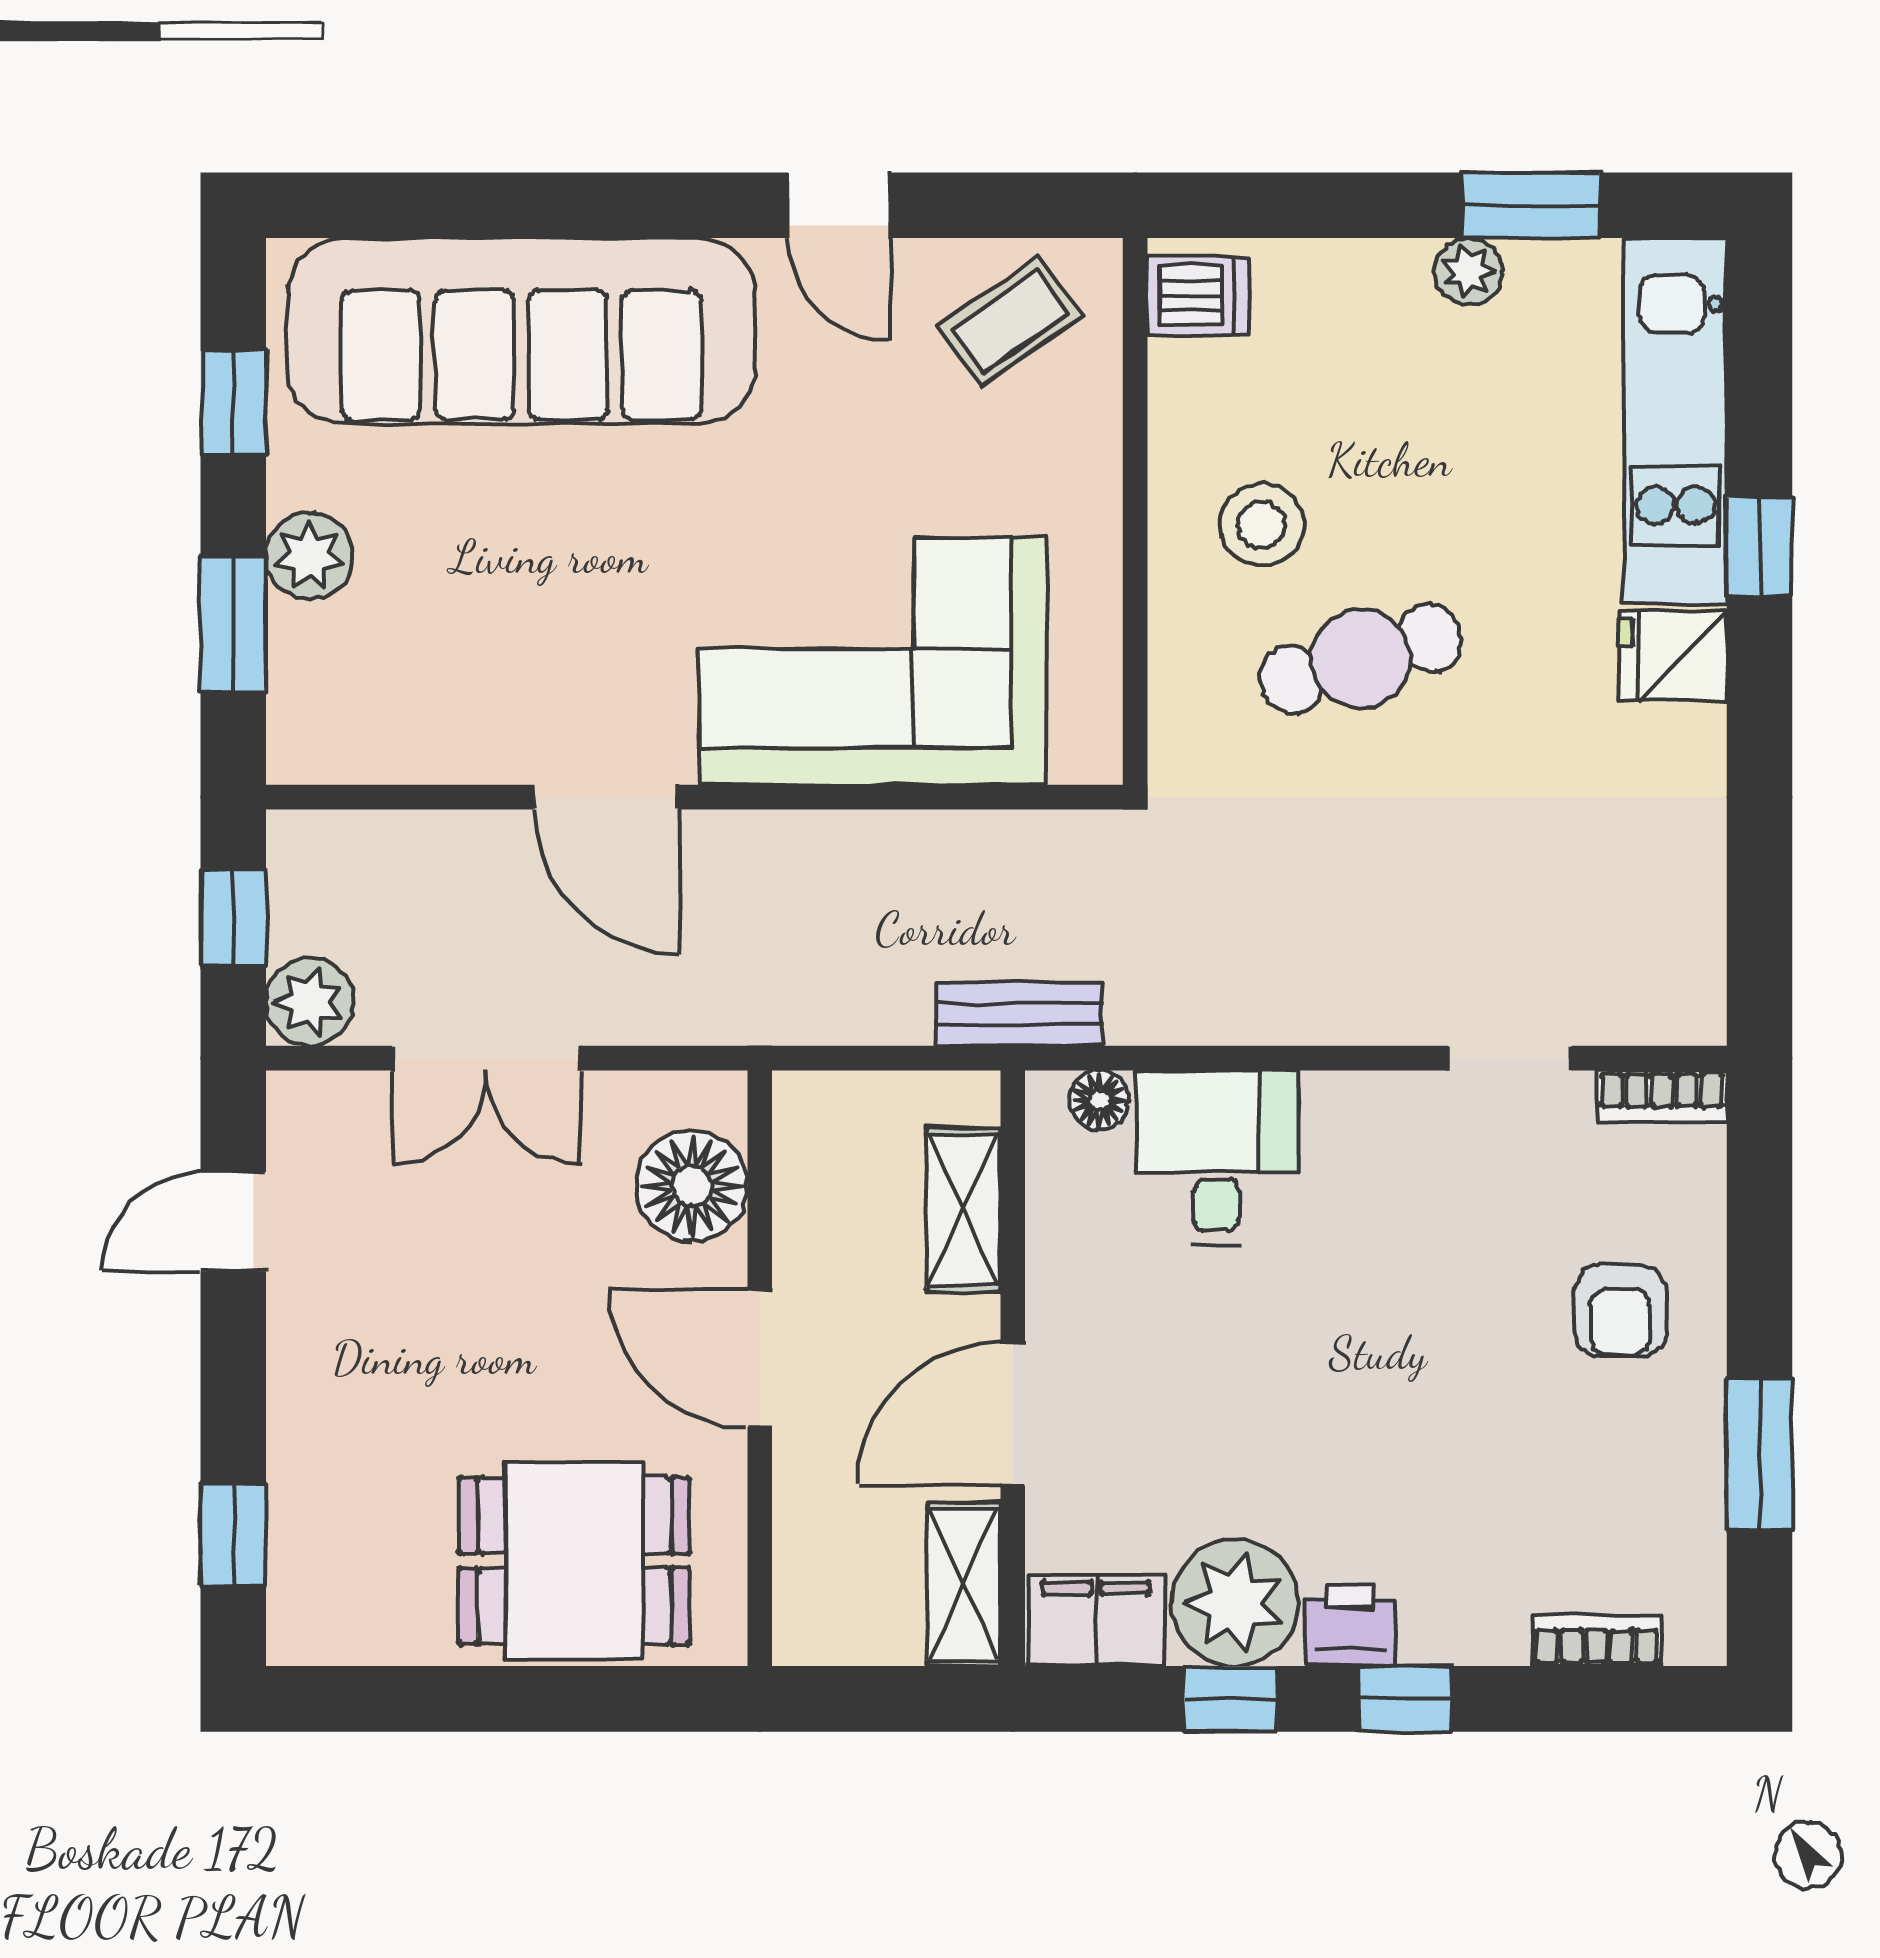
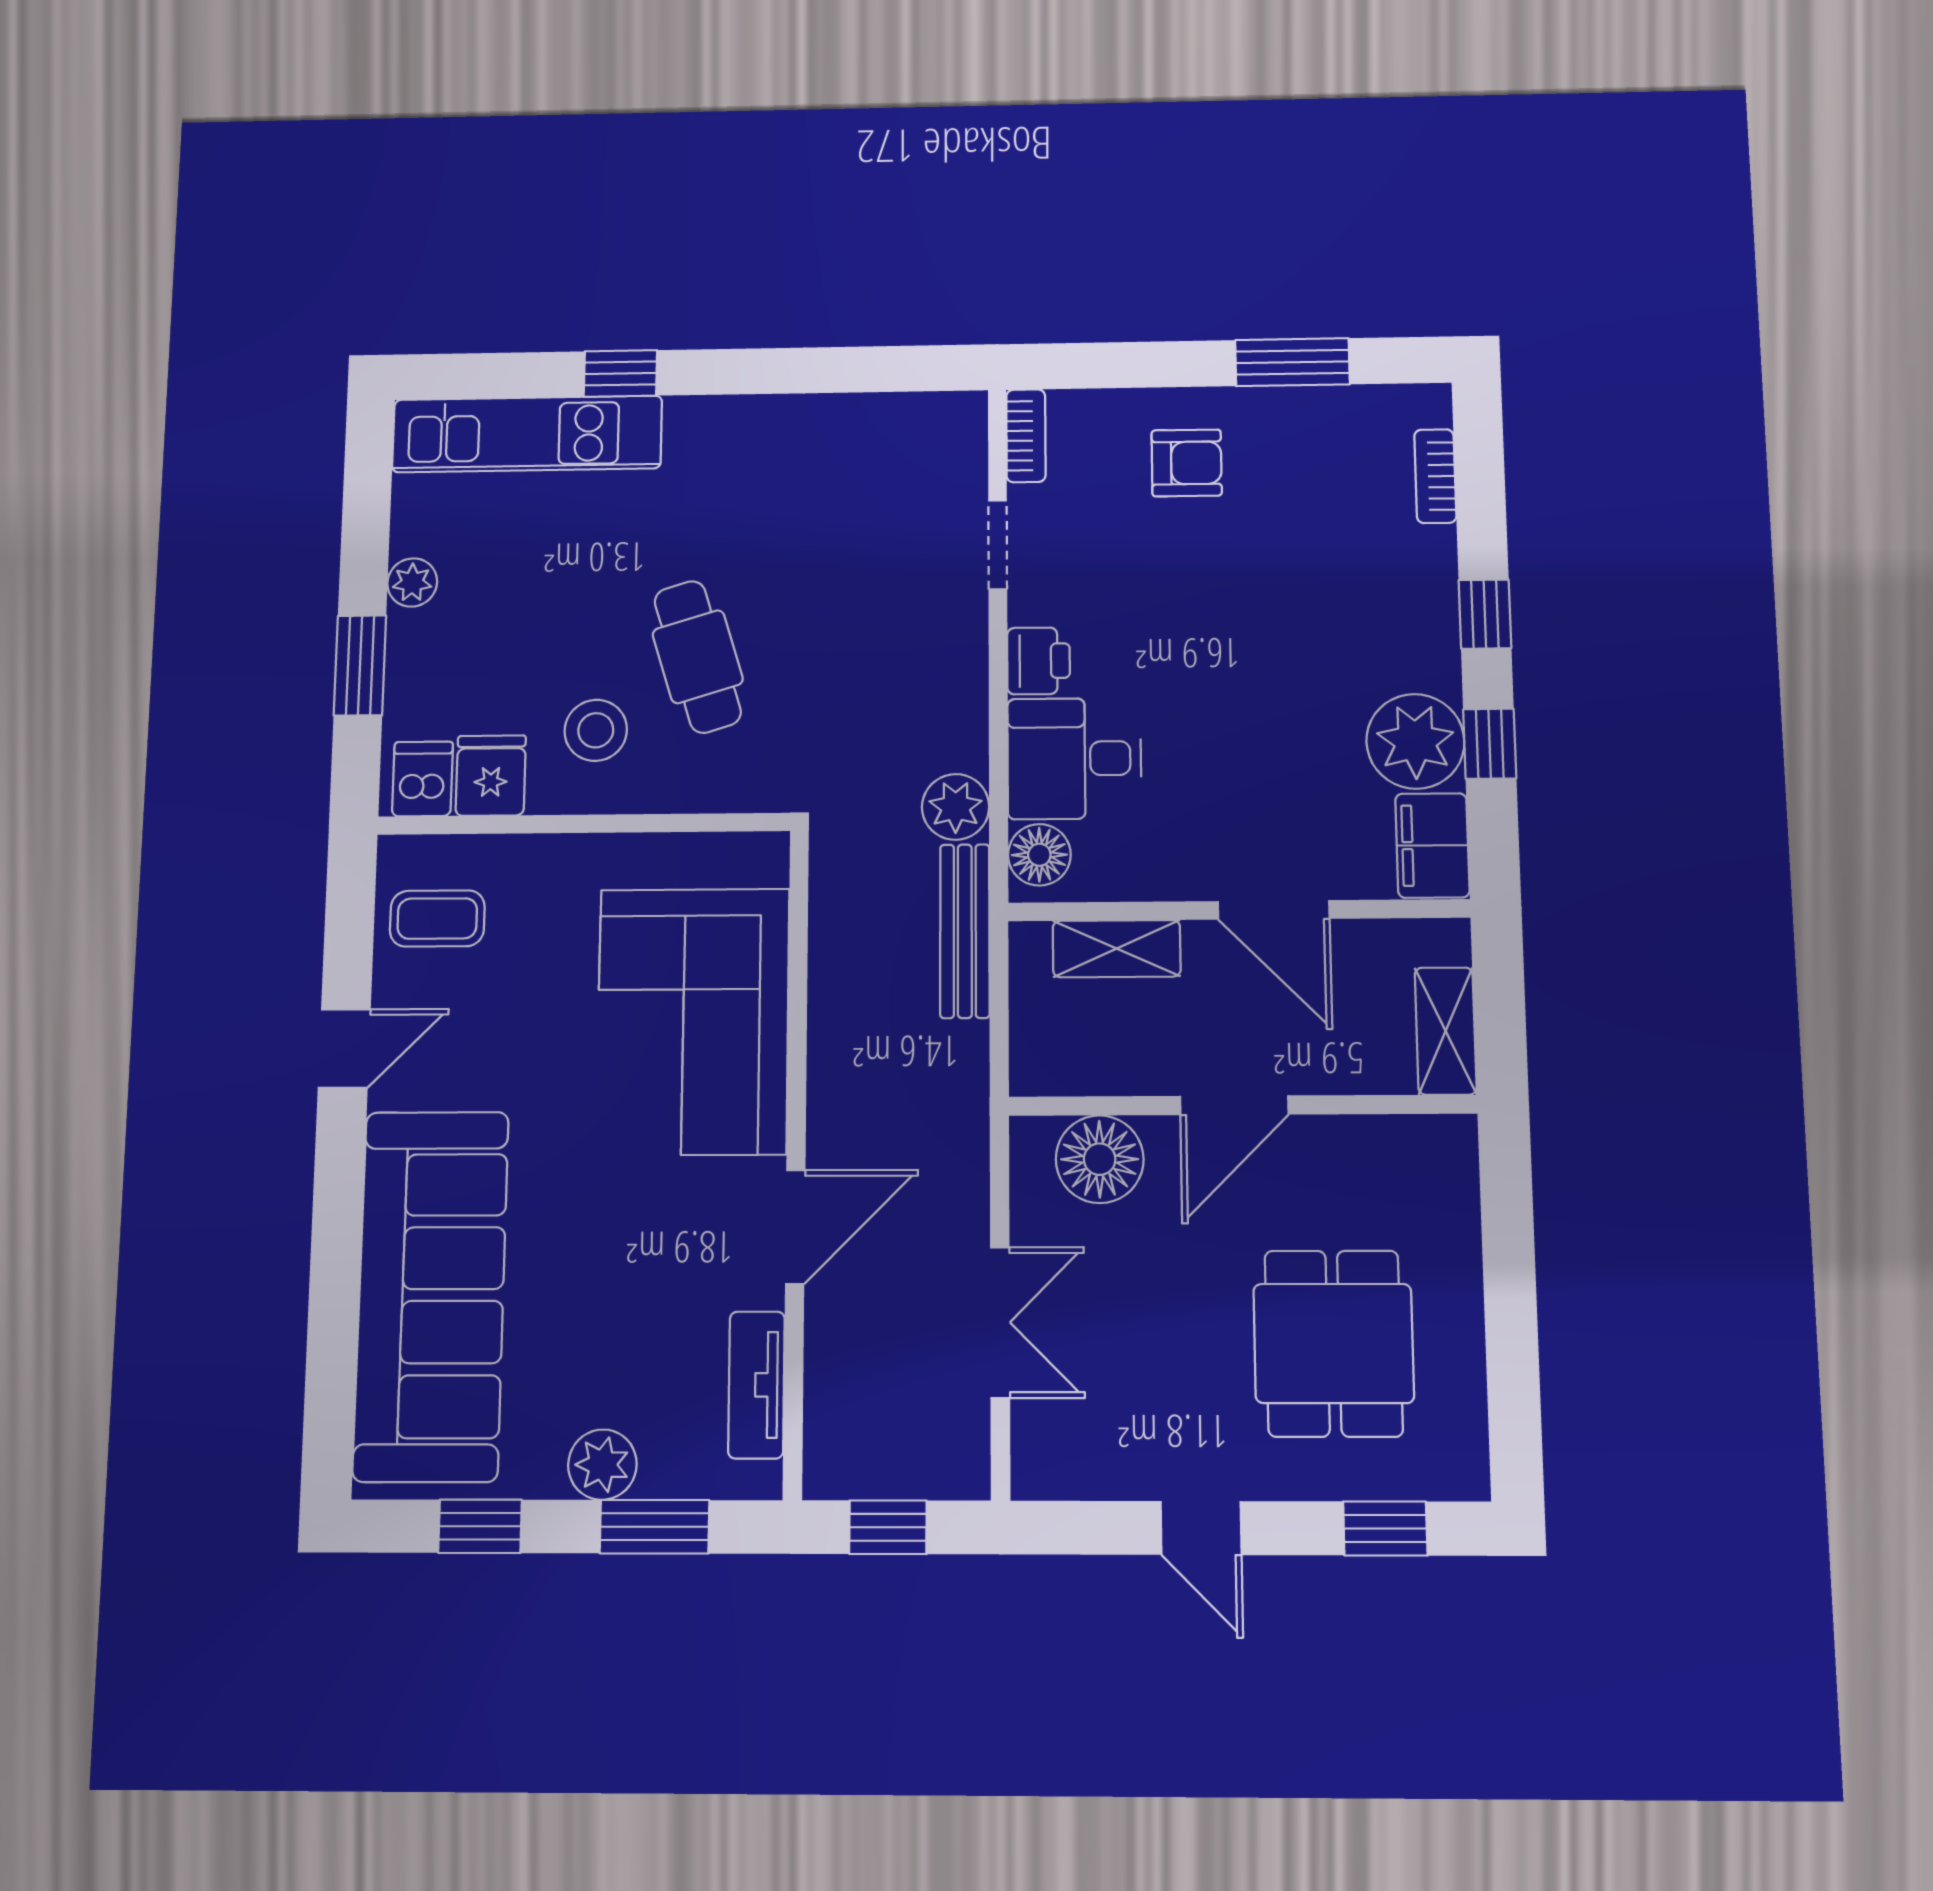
window: (1531, 205) -> (360, 665), moved
coffee table: (1010, 322) -> (437, 919), turned -55
fridge: (1673, 656) -> (491, 775), moved, turned 180
tv unit: (408, 750) -> (756, 1385), added
plant: (310, 1002) -> (956, 807), moved
bench: (1019, 1014) -> (965, 931), width x1.36
floor lamp: (1099, 1100) -> (1039, 855), width x1.37, depth x1.37
door: (233, 1222) -> (1201, 1528), moved
dining table: (574, 1561) -> (1333, 1343), moved
shelving: (964, 1584) -> (1446, 1031), moved, turned 90
printer: (1350, 1625) -> (1039, 661), moved, turned 180

